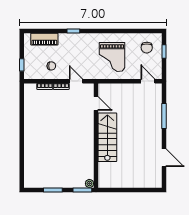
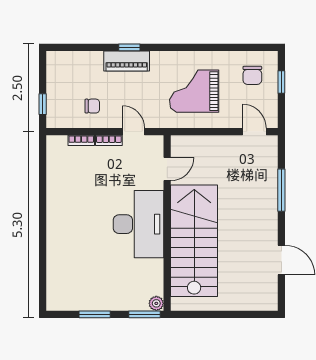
piano: (44, 39) -> (127, 61), moved
grand piano: (112, 57) -> (194, 91), turned 90
door: (96, 103) -> (167, 169), hinge flipped
desk: (79, 136) -> (139, 224), added
stairs: (107, 137) -> (194, 241), width x1.36, depth x1.51

